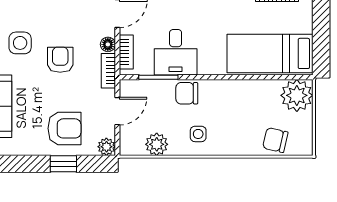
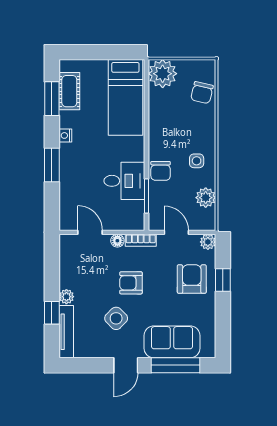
side table: (20, 43) -> (116, 318), turned 45
bookcase: (126, 52) -> (124, 224), removed

